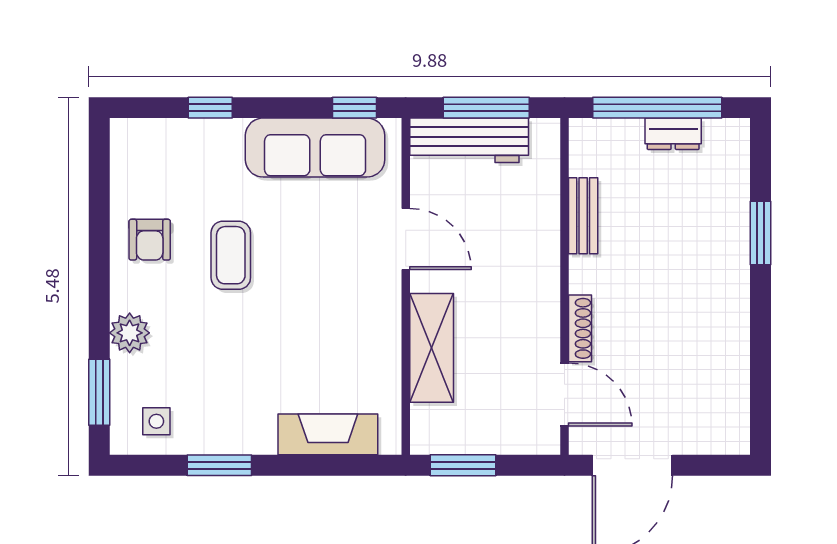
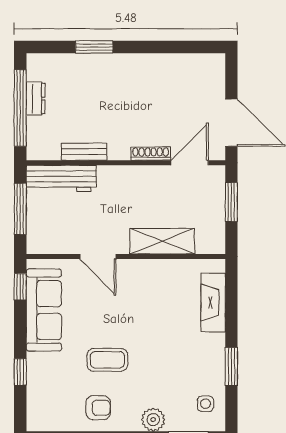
workbench: (469, 140) -> (61, 178), moved, turned 90
door: (406, 239) -> (98, 257), swing flipped
window: (463, 465) -> (231, 202), moved

